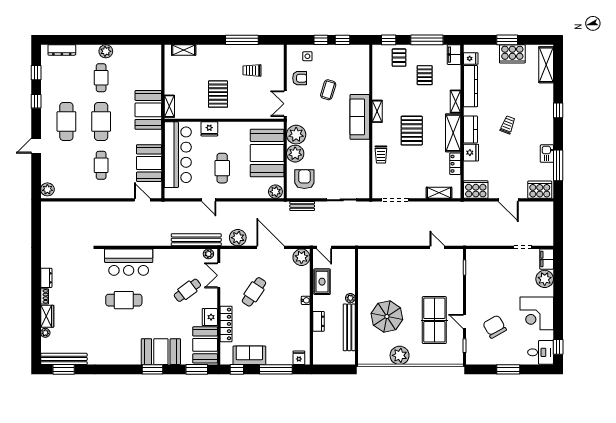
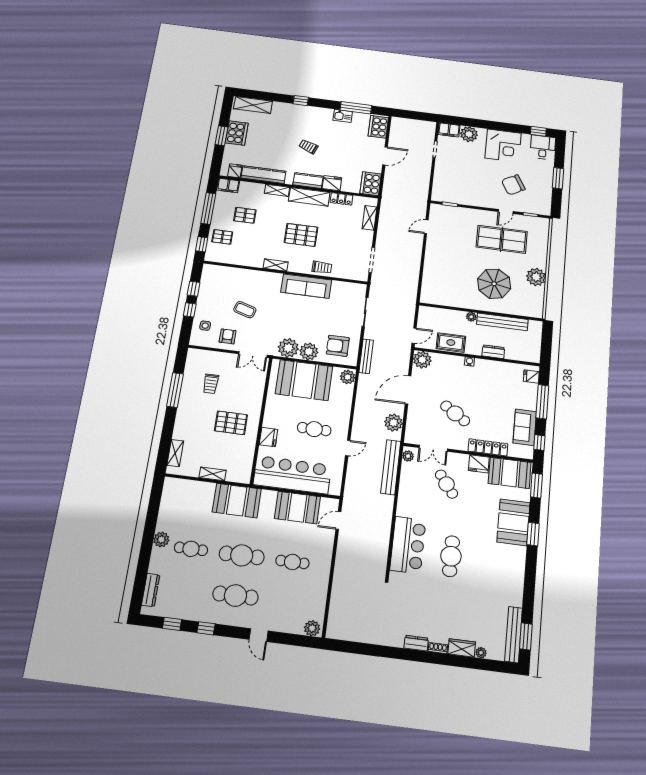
shelving: (169, 106) -> (213, 474), moved
sofa: (360, 117) -> (306, 286), moved
bench: (302, 206) -> (366, 356), width x1.36

